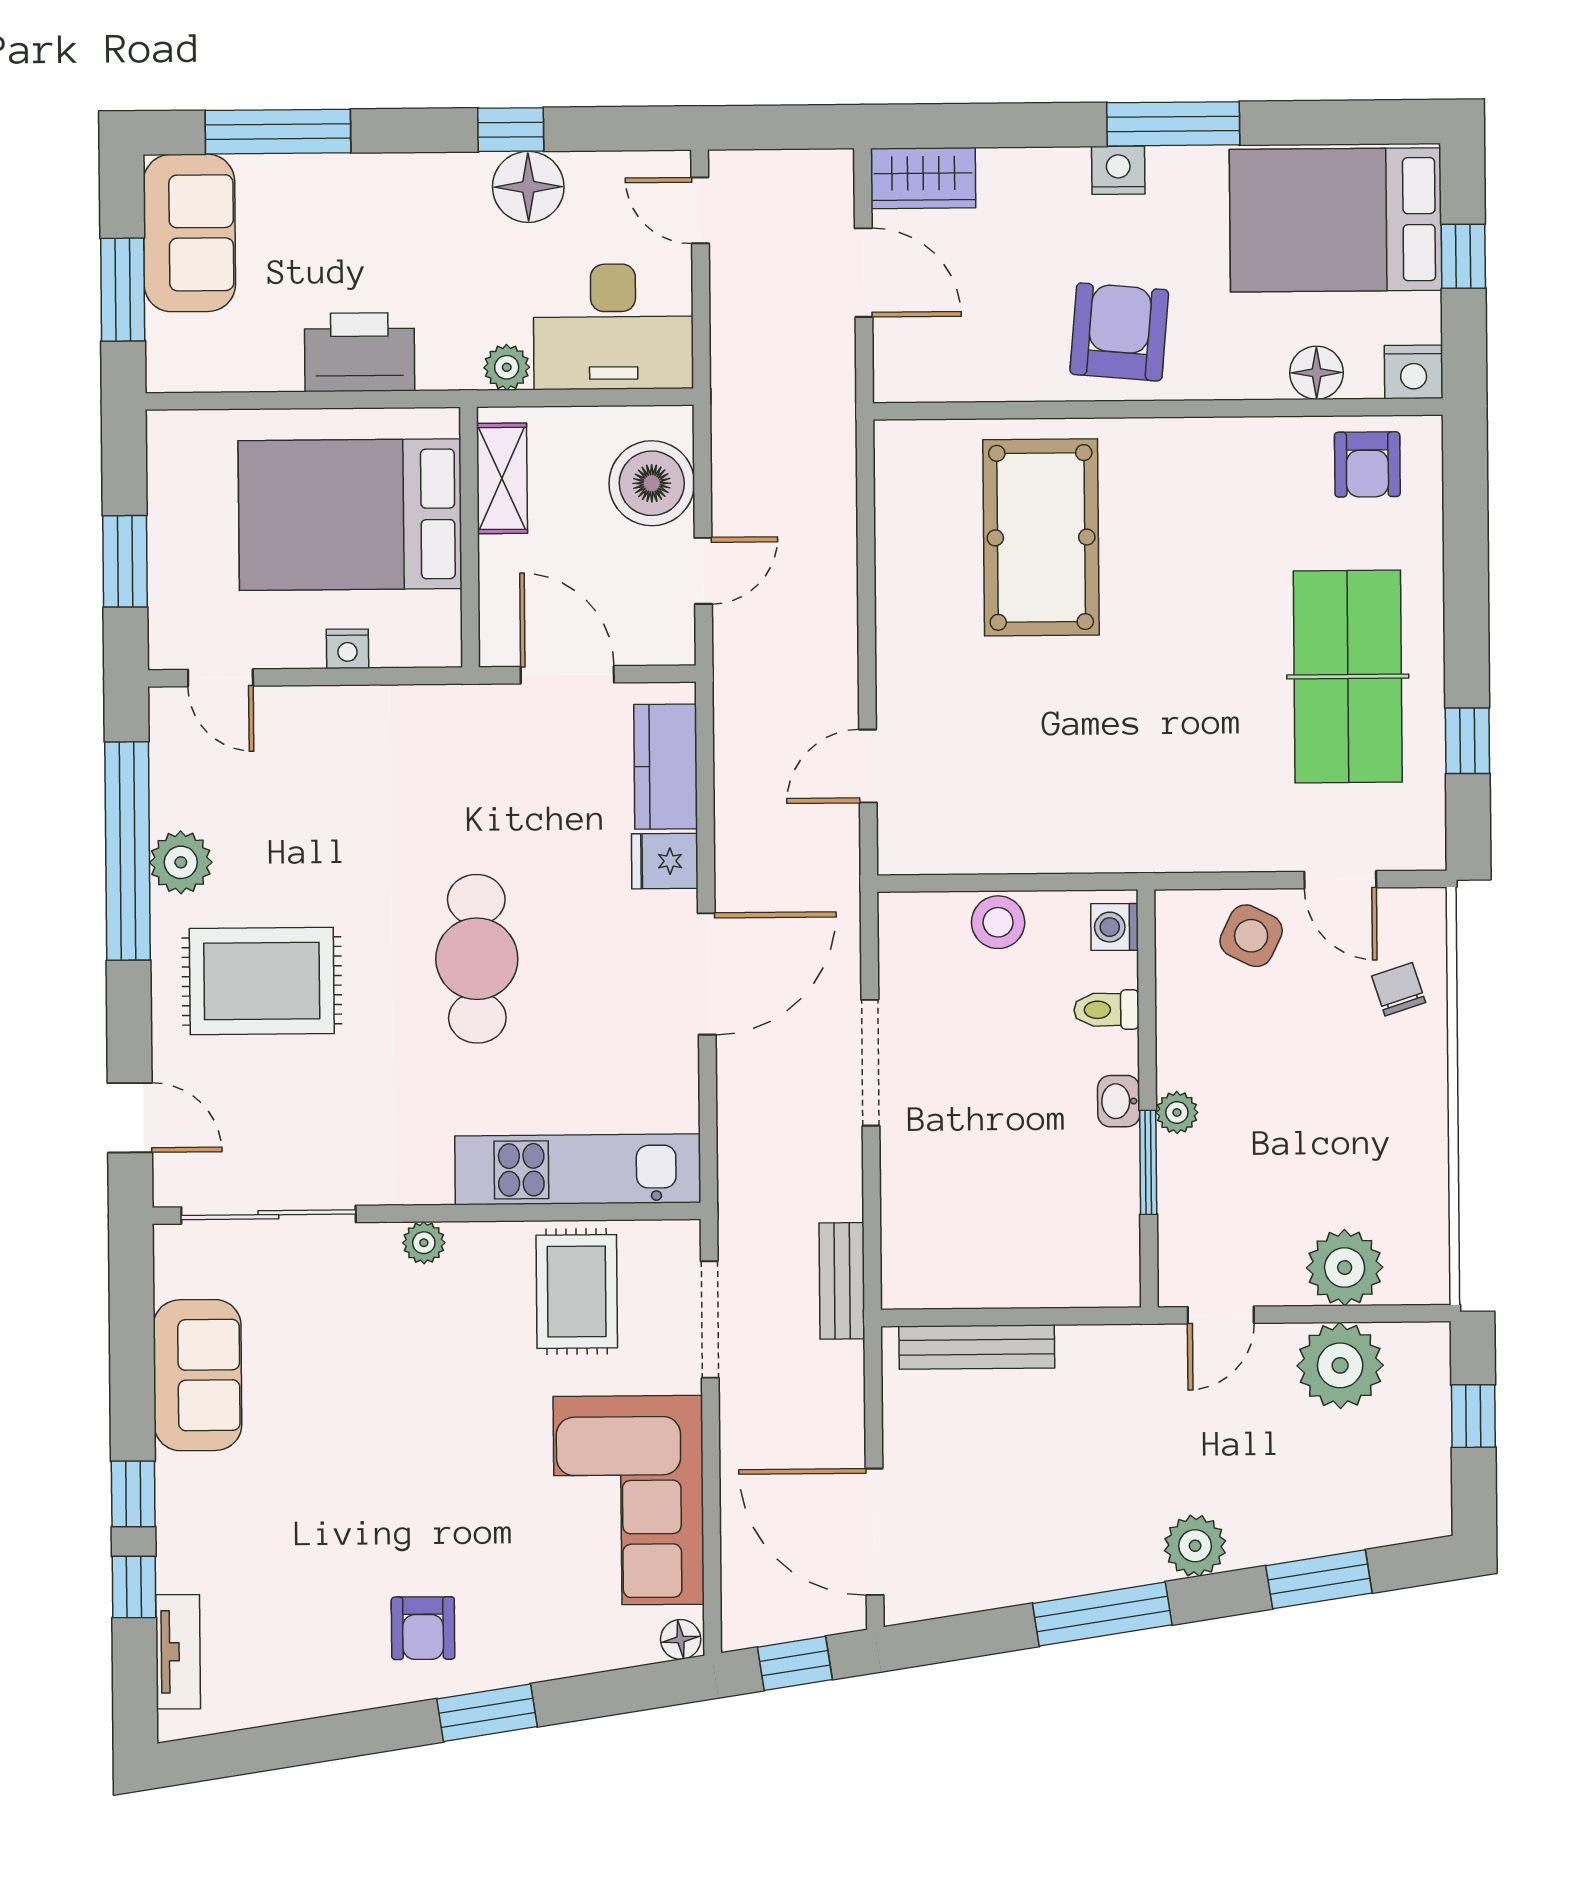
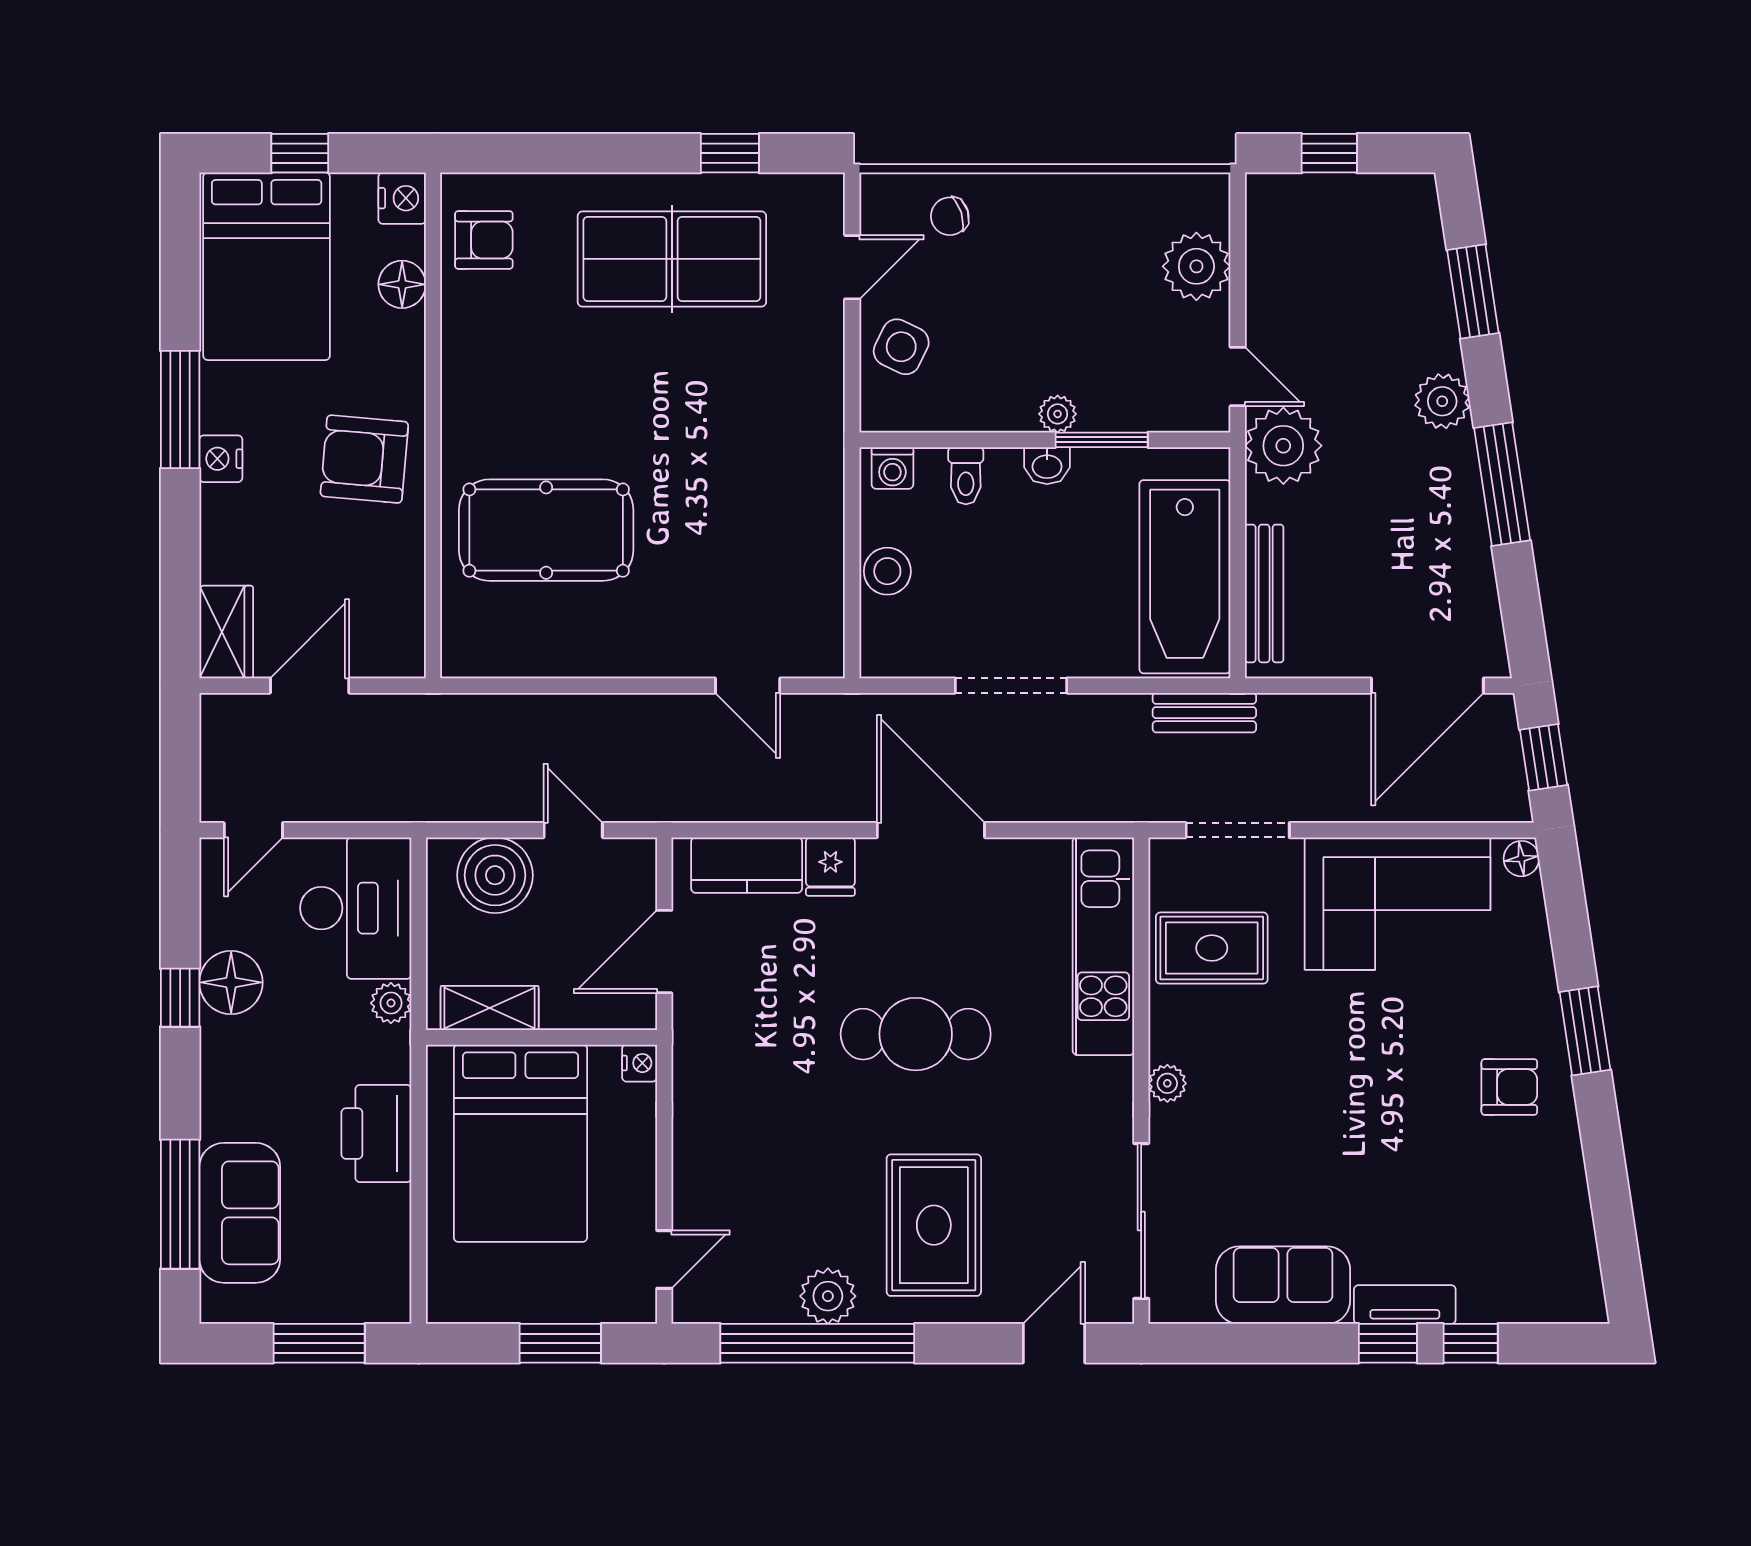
sofa: (189, 233) -> (240, 1213), moved, turned 90
nightstand: (347, 649) -> (640, 1063), moved
bathtub: (995, 1258) -> (1185, 577), added
plant: (1340, 1365) -> (1283, 446), moved
tv unit: (178, 1652) -> (1405, 1305), moved

